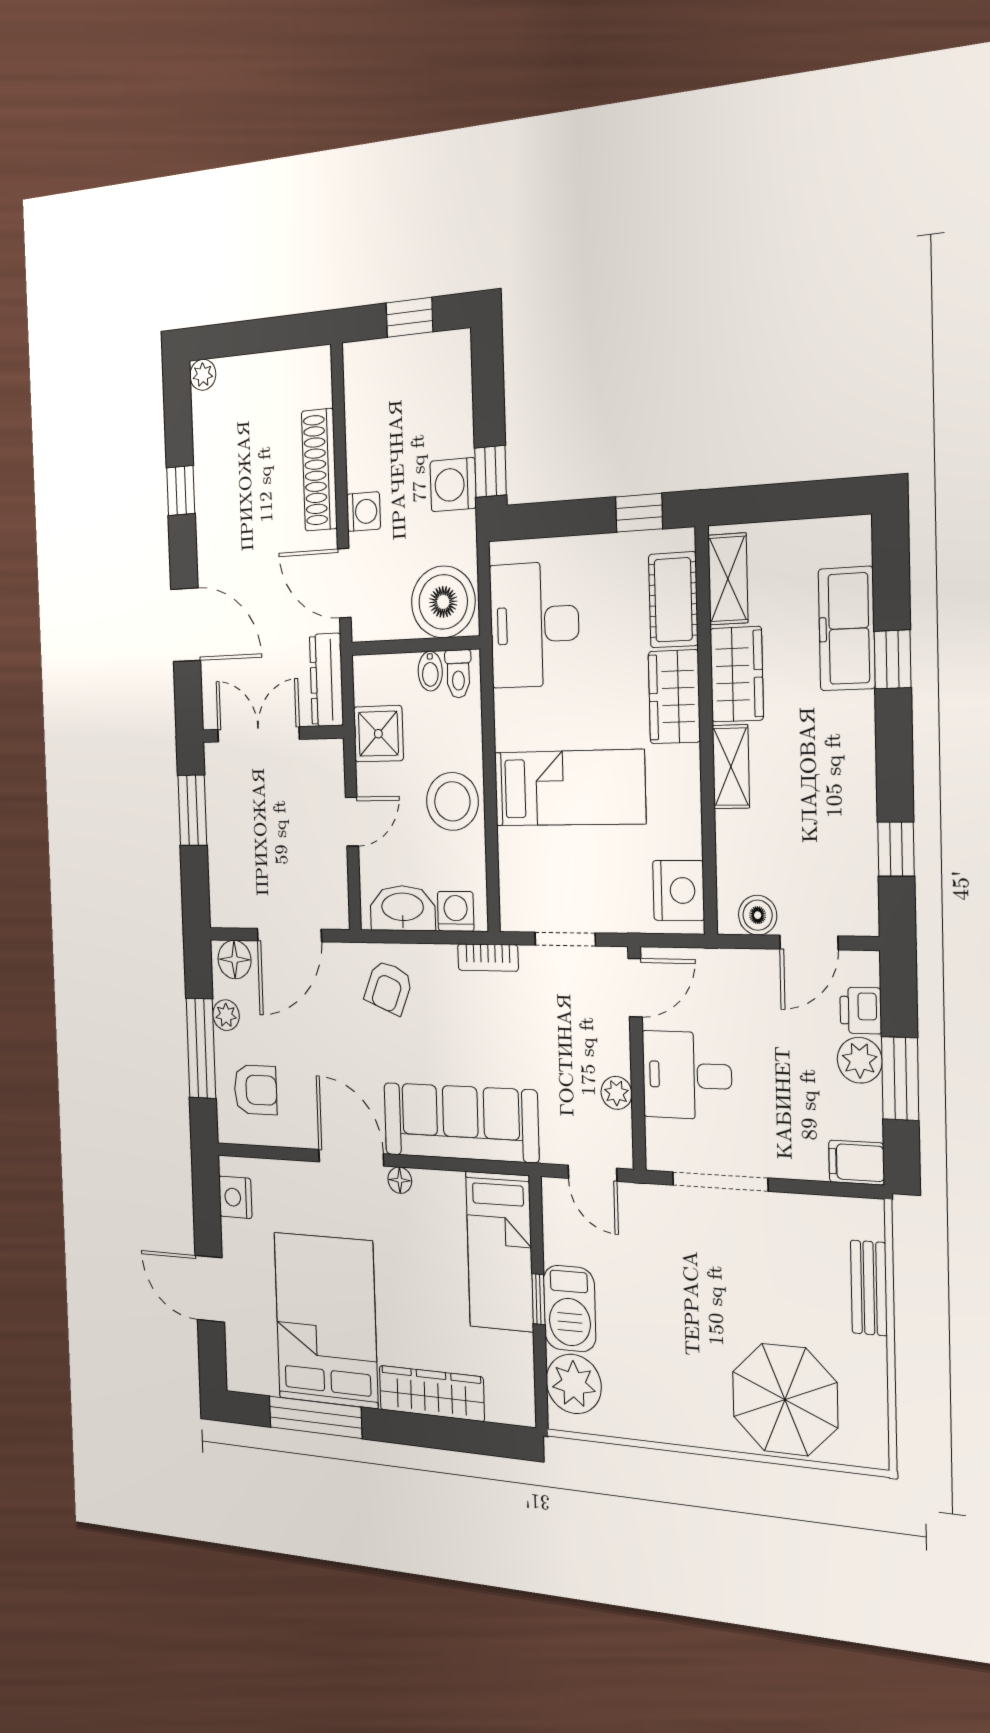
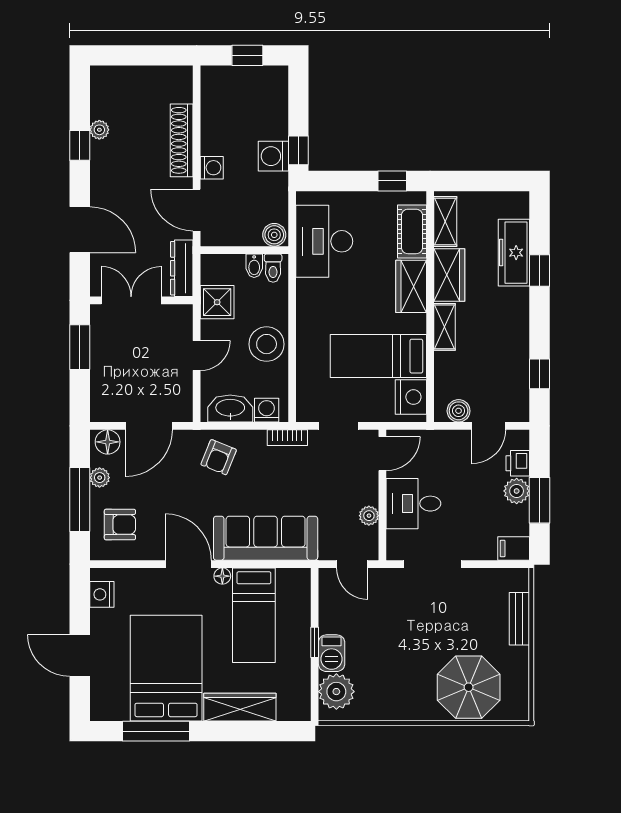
plant: (203, 375) -> (99, 130), moved
boiler: (443, 602) -> (274, 235), width x0.54, depth x0.54
bed: (569, 788) -> (378, 356), moved, turned 180
bed: (500, 1251) -> (254, 615), moved
barbecue: (570, 1309) -> (332, 653), width x0.73, depth x0.79

